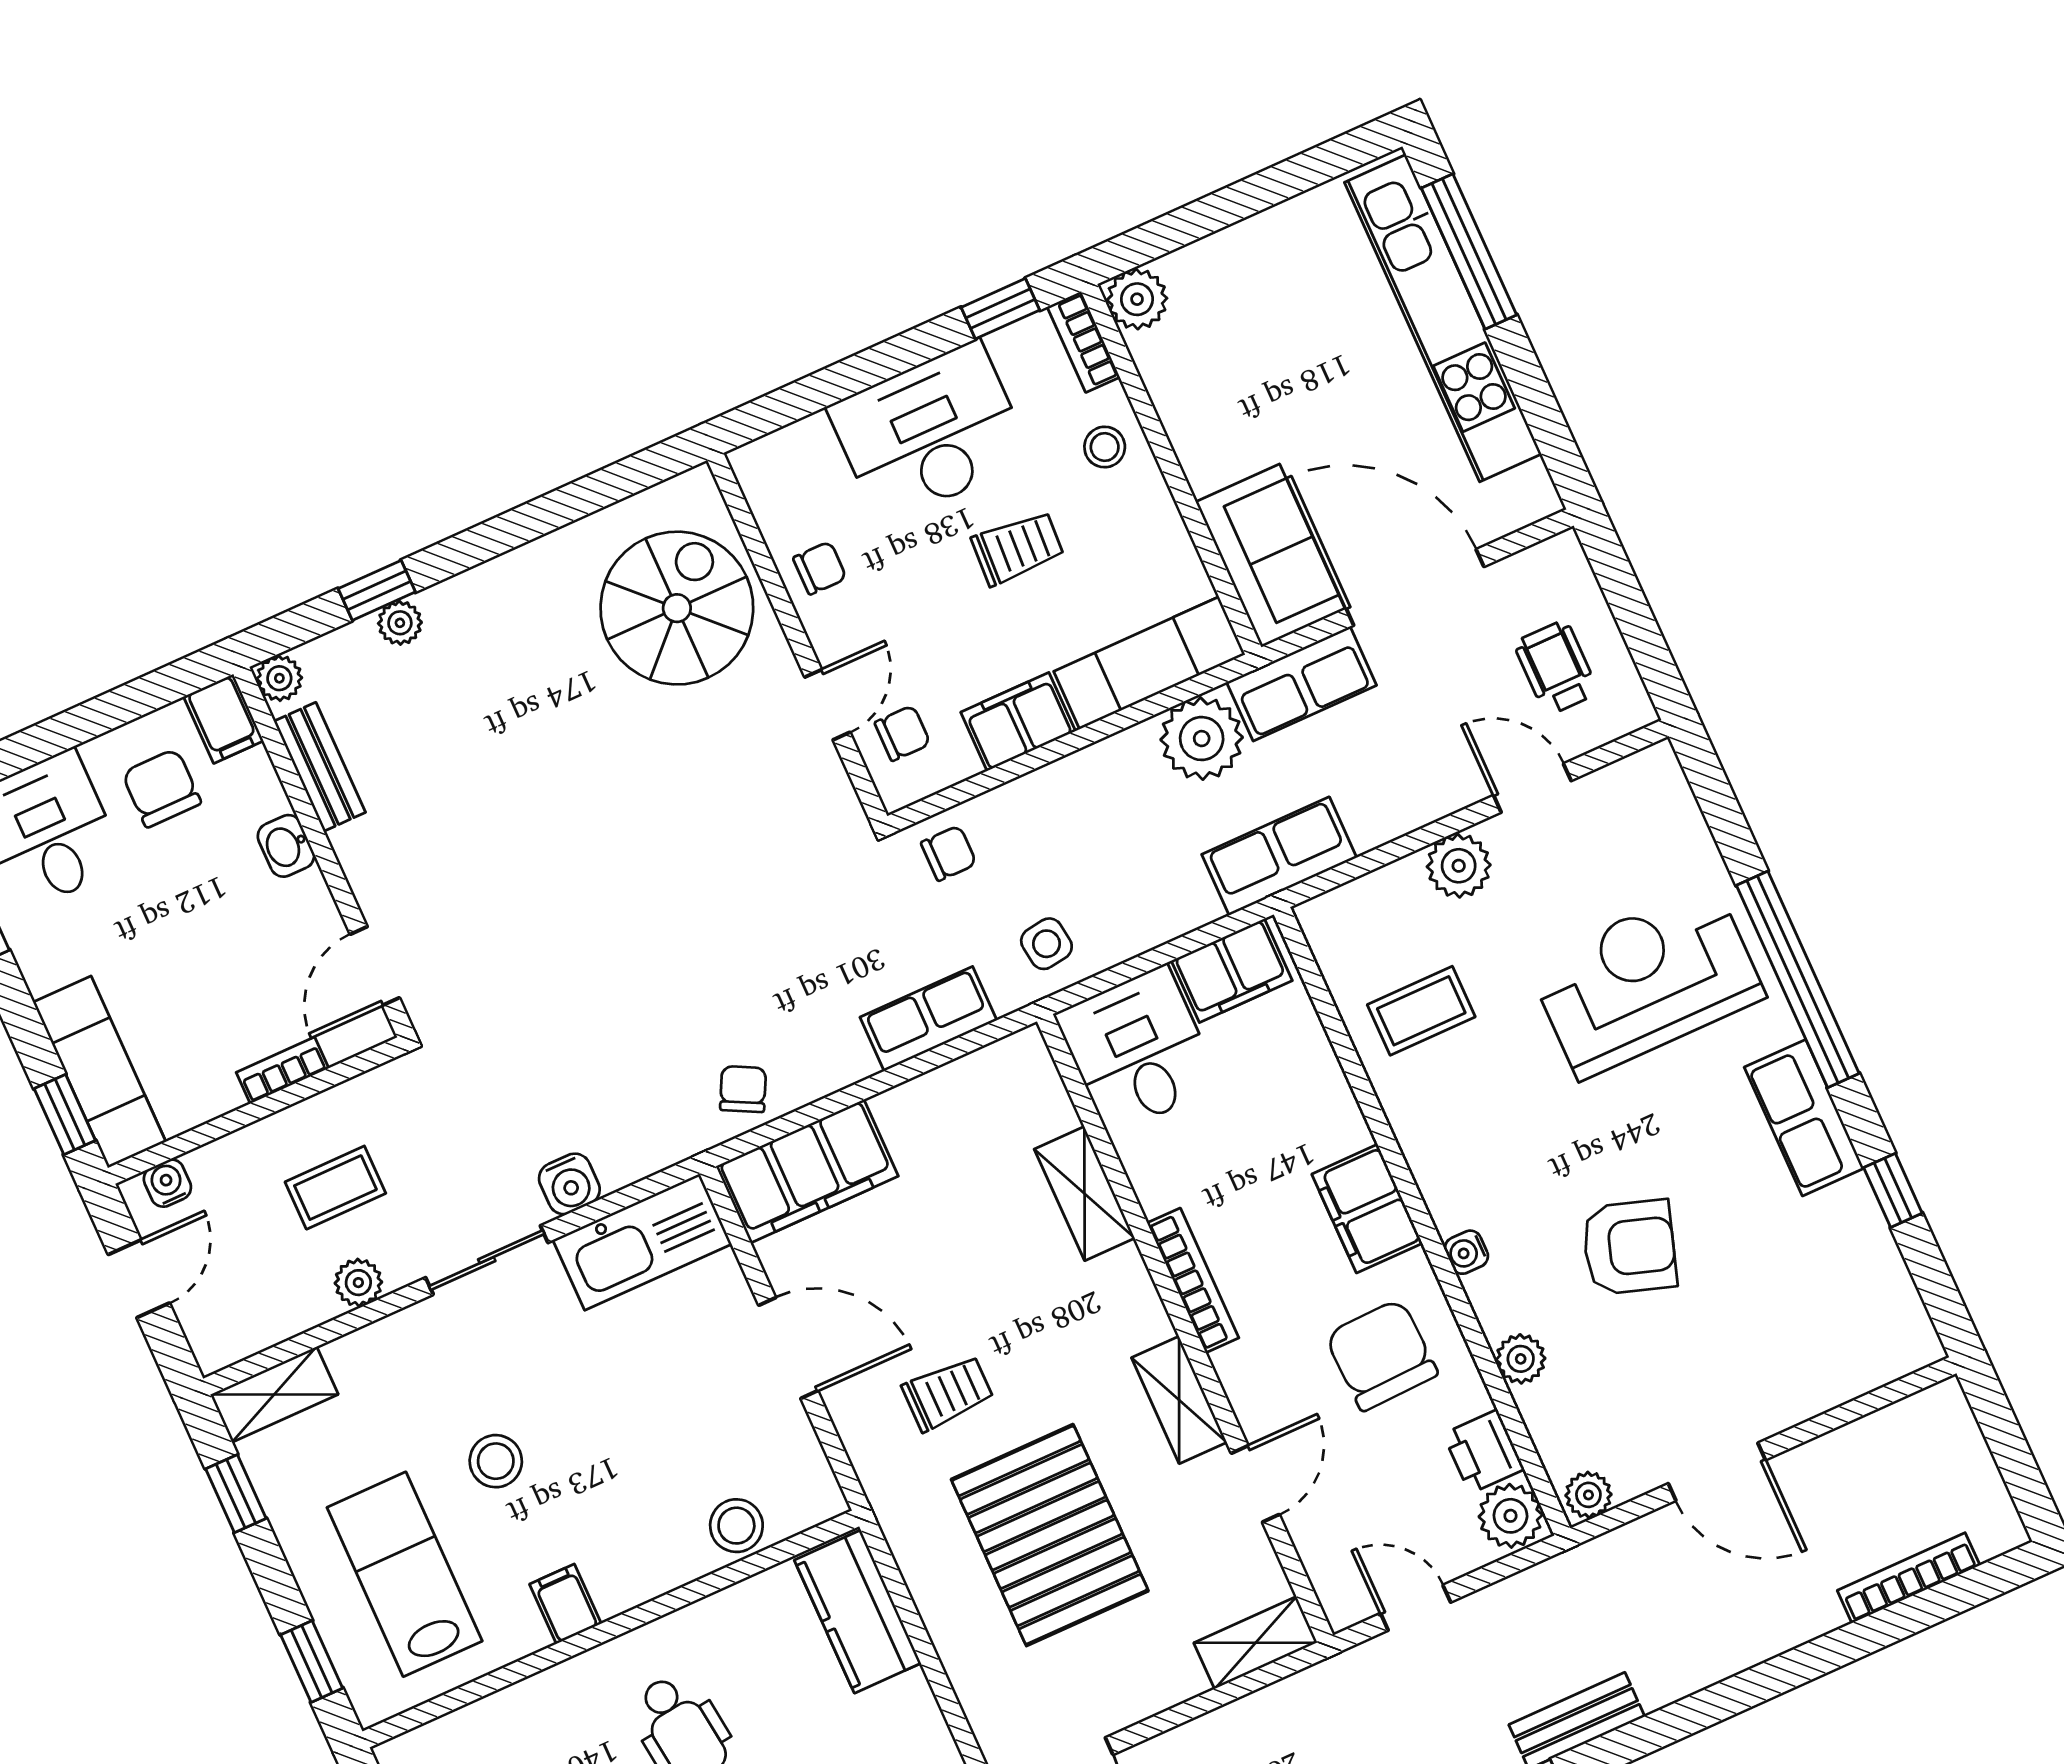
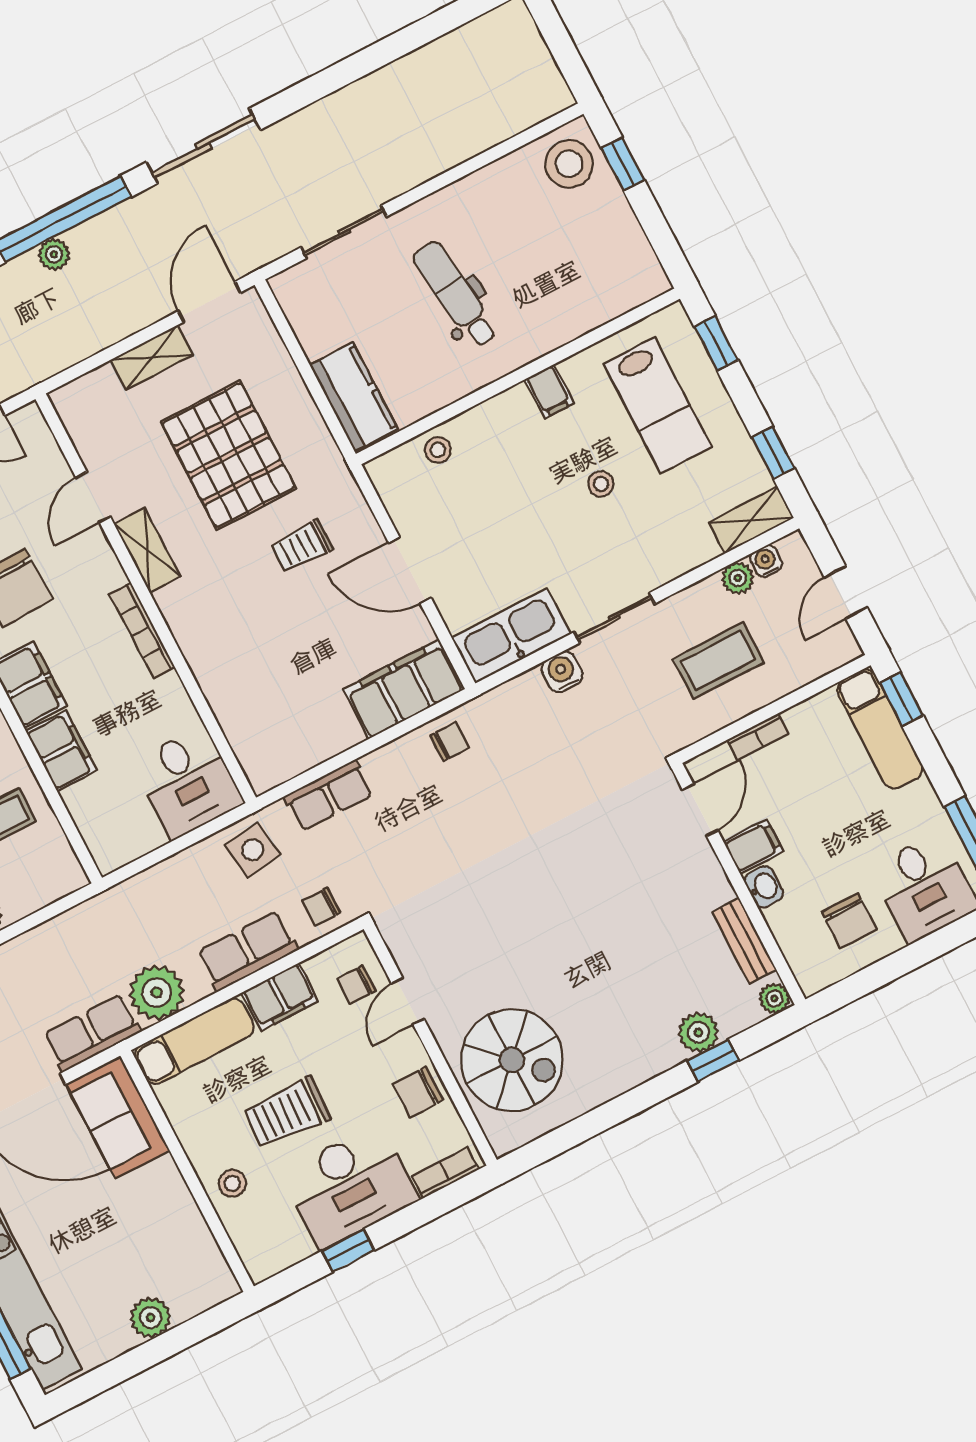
plant: (1137, 299) -> (150, 1318), moved
window: (1000, 309) -> (348, 1251), moved
bookcase: (1083, 342) -> (445, 1173), moved, turned -90
trolley: (1018, 548) -> (287, 1113), width x1.36, depth x1.39
chair: (820, 568) -> (418, 1092), width x1.37, depth x1.37
spiral stairs: (677, 608) -> (512, 1060), turned -90
plant: (400, 623) -> (698, 1032), width x1.38, depth x1.38
filing cabinet: (224, 719) -> (753, 847), moved, turned 90
row of seats: (1279, 856) -> (247, 951), moved, turned 180
side table: (1046, 944) -> (253, 850), width x1.37, depth x1.37
filing cabinet: (1232, 971) -> (62, 751), moved, turned 90
chair: (743, 1089) -> (450, 742), turned -117
water cooler: (167, 1183) -> (766, 561), moved, turned 180
coffee table: (335, 1188) -> (718, 661), width x1.36, depth x1.30
shelving: (1084, 1194) -> (218, 684), removed
plant: (358, 1283) -> (738, 578), moved
stool: (496, 1461) -> (601, 484), width x0.73, depth x0.73
stool: (736, 1526) -> (438, 450), width x0.73, depth x0.73
shelving: (1256, 1643) -> (152, 357), moved

